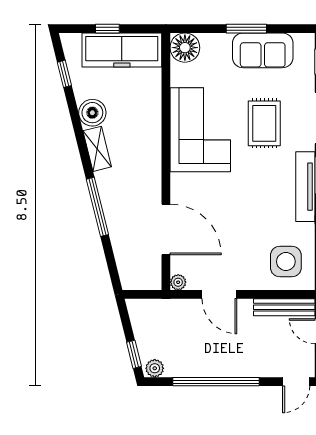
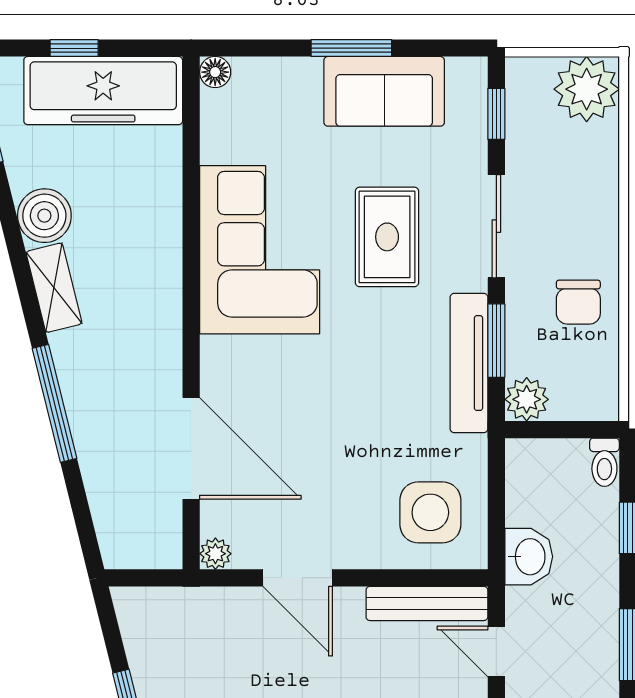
floor lamp: (185, 48) -> (215, 72), width x0.53, depth x0.53

